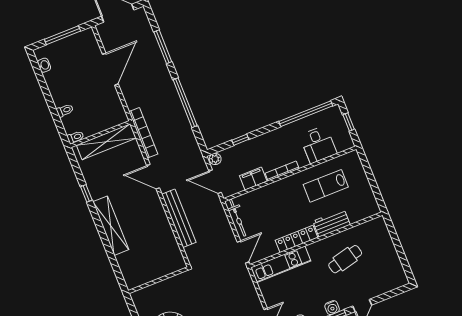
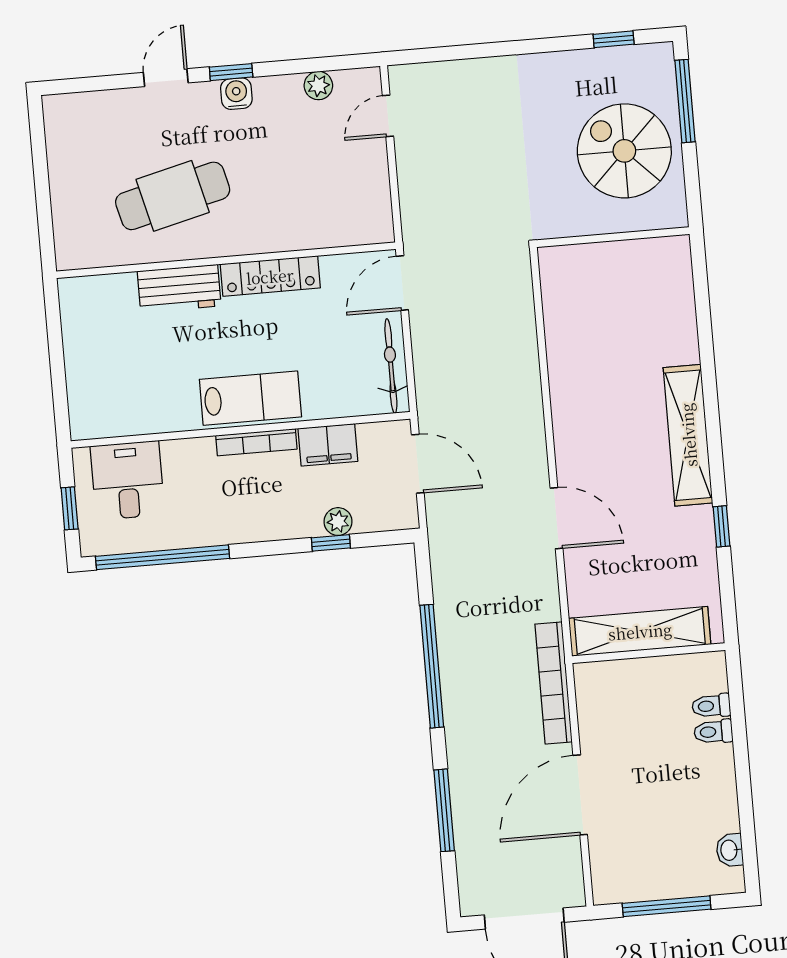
bookcase: (143, 133) -> (554, 683), moved
toilet: (75, 137) -> (711, 706), moved
desk: (318, 144) -> (127, 480), moved
plant: (215, 159) -> (338, 522), moved
lab bench: (326, 186) -> (250, 398), moved
bench: (179, 218) -> (526, 405), removed
cafe table: (345, 259) -> (173, 196), width x1.37, depth x1.35
kitchen unit: (281, 264) -> (324, 229), removed
wall: (158, 280) -> (613, 237), moved

